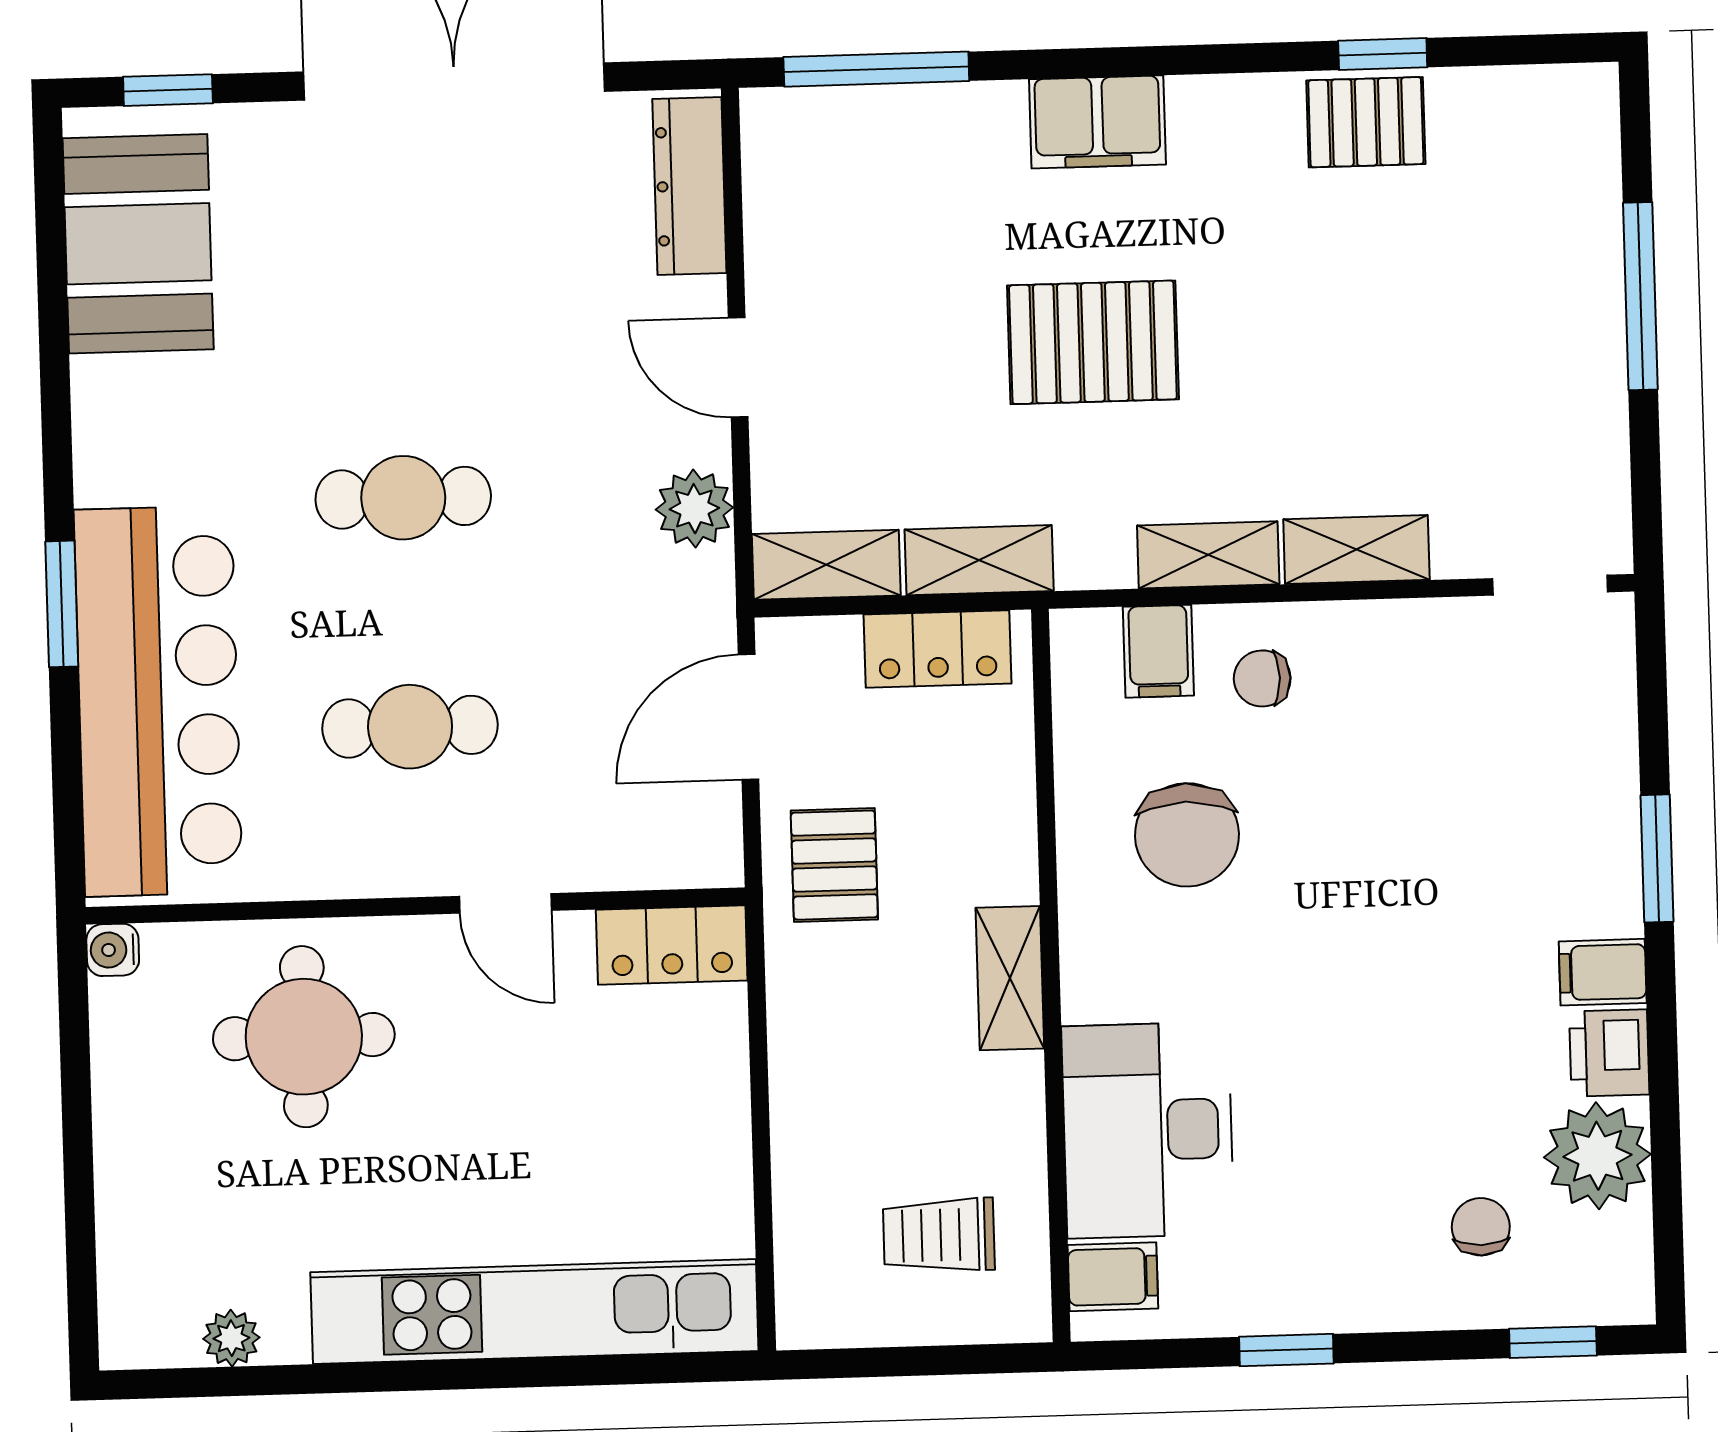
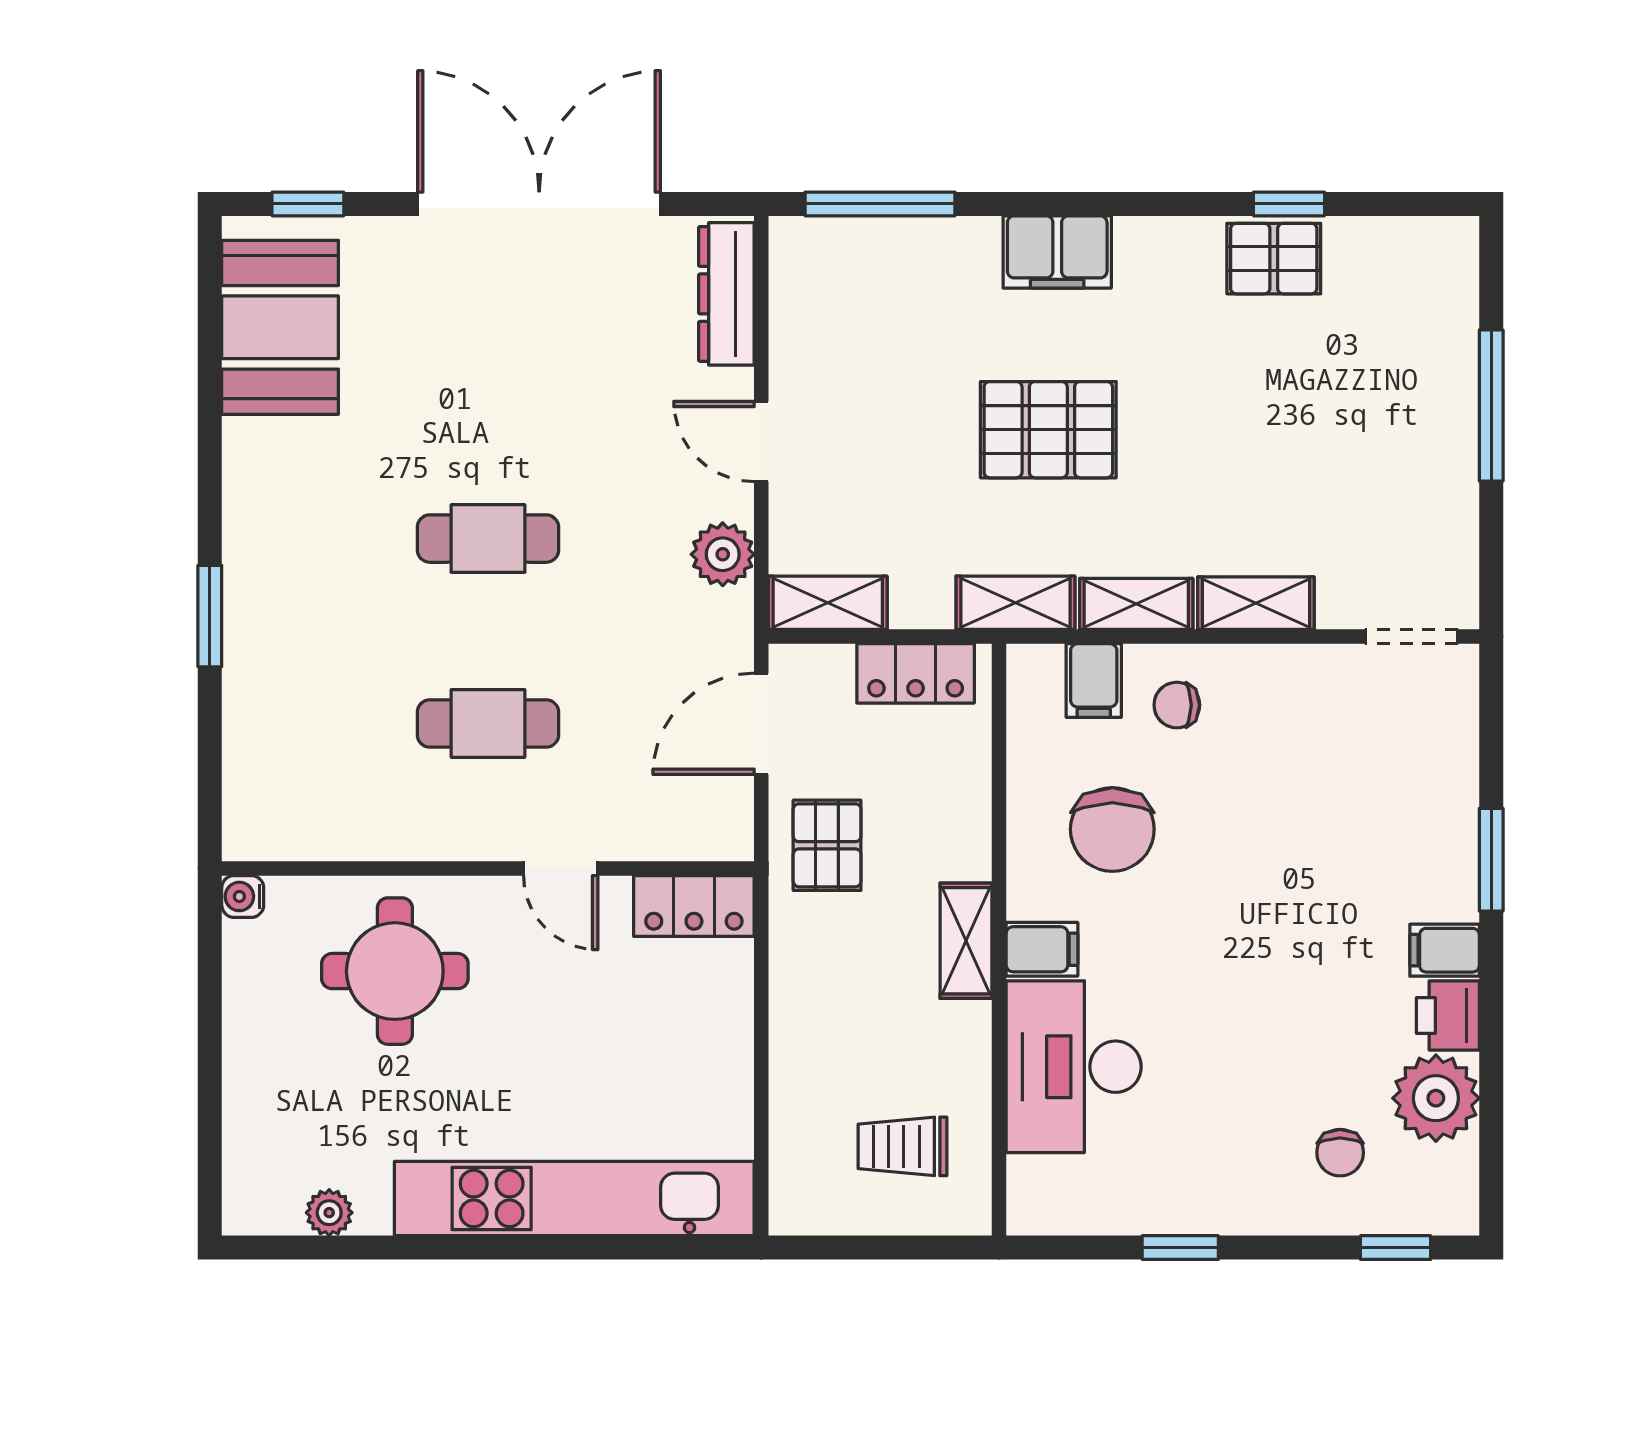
shelving: (979, 560) -> (1015, 603), moved
bar counter: (158, 701) -> (285, 697), removed
chair: (1481, 1227) -> (1340, 1153), turned 180
filing cabinet: (1113, 1277) -> (1042, 949), moved

